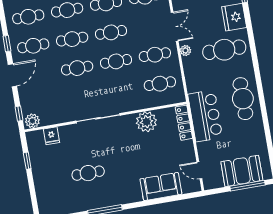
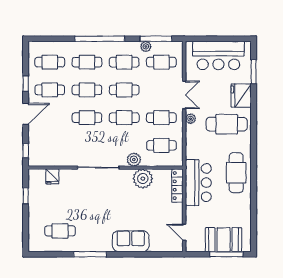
plant: (32, 121) -> (134, 160), moved
cafe table: (88, 173) -> (60, 231), moved
sofa: (161, 187) -> (131, 241), moved

